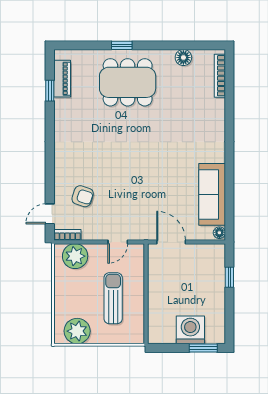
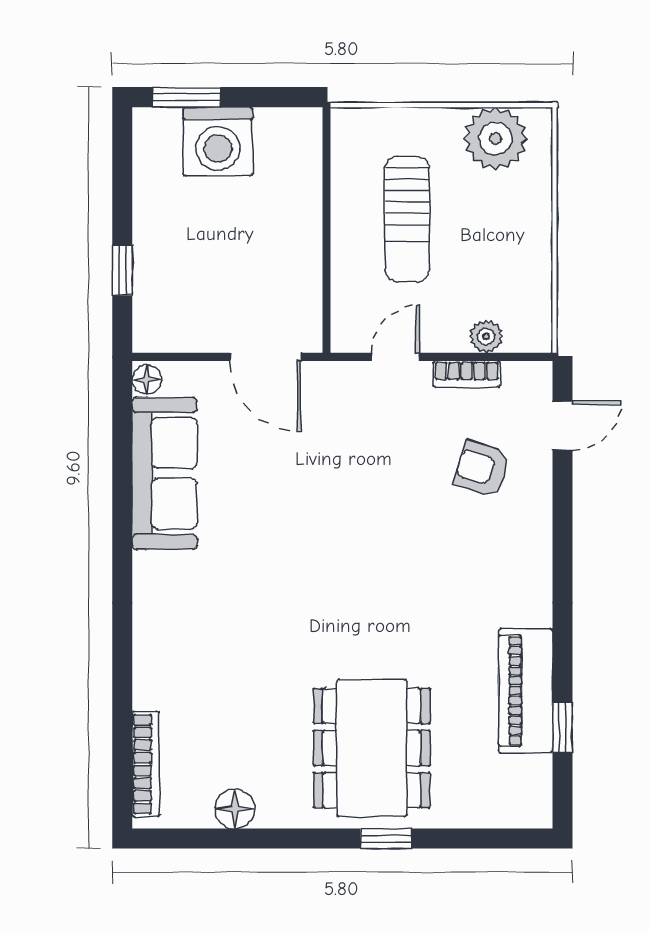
piano: (62, 79) -> (526, 691), moved, width x1.37, depth x1.33
dining table: (128, 82) -> (372, 748), turned 90
bookcase: (67, 235) -> (467, 374), moved
plant: (75, 256) -> (486, 336), width x0.53, depth x0.53

